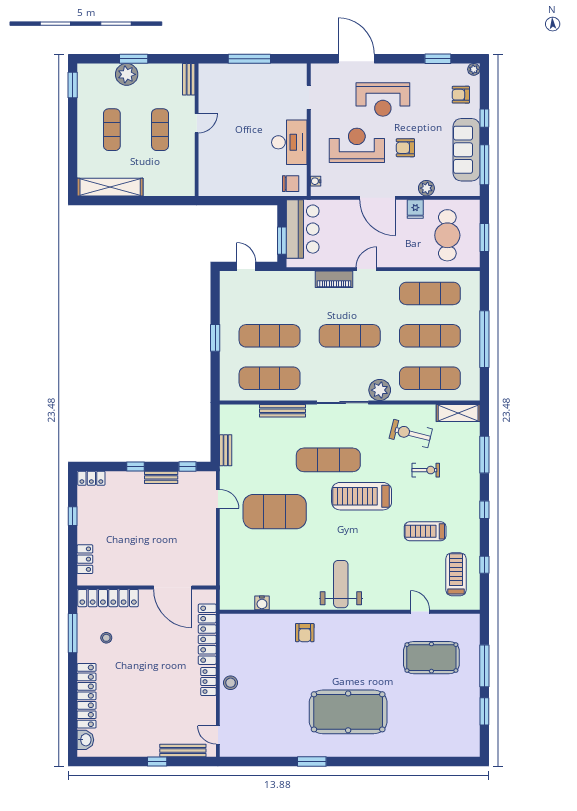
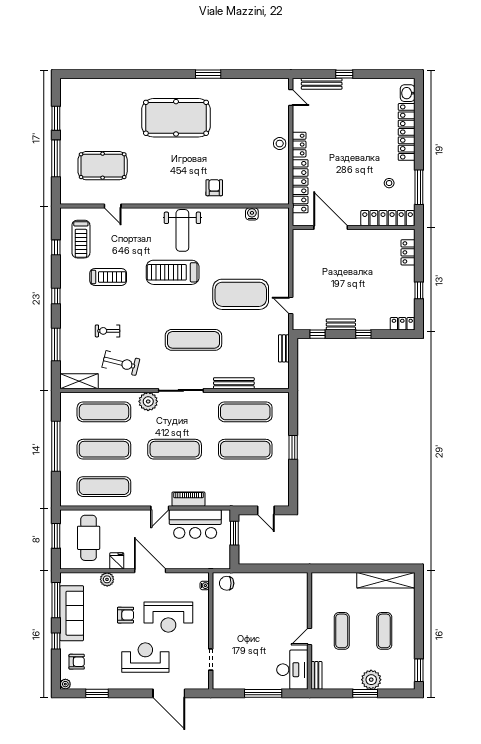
desk: (289, 142) -> (292, 670), moved, turned 180
bar counter: (303, 229) -> (195, 524), moved, turned -90
treadmill: (362, 496) -> (173, 272), moved, turned 180

